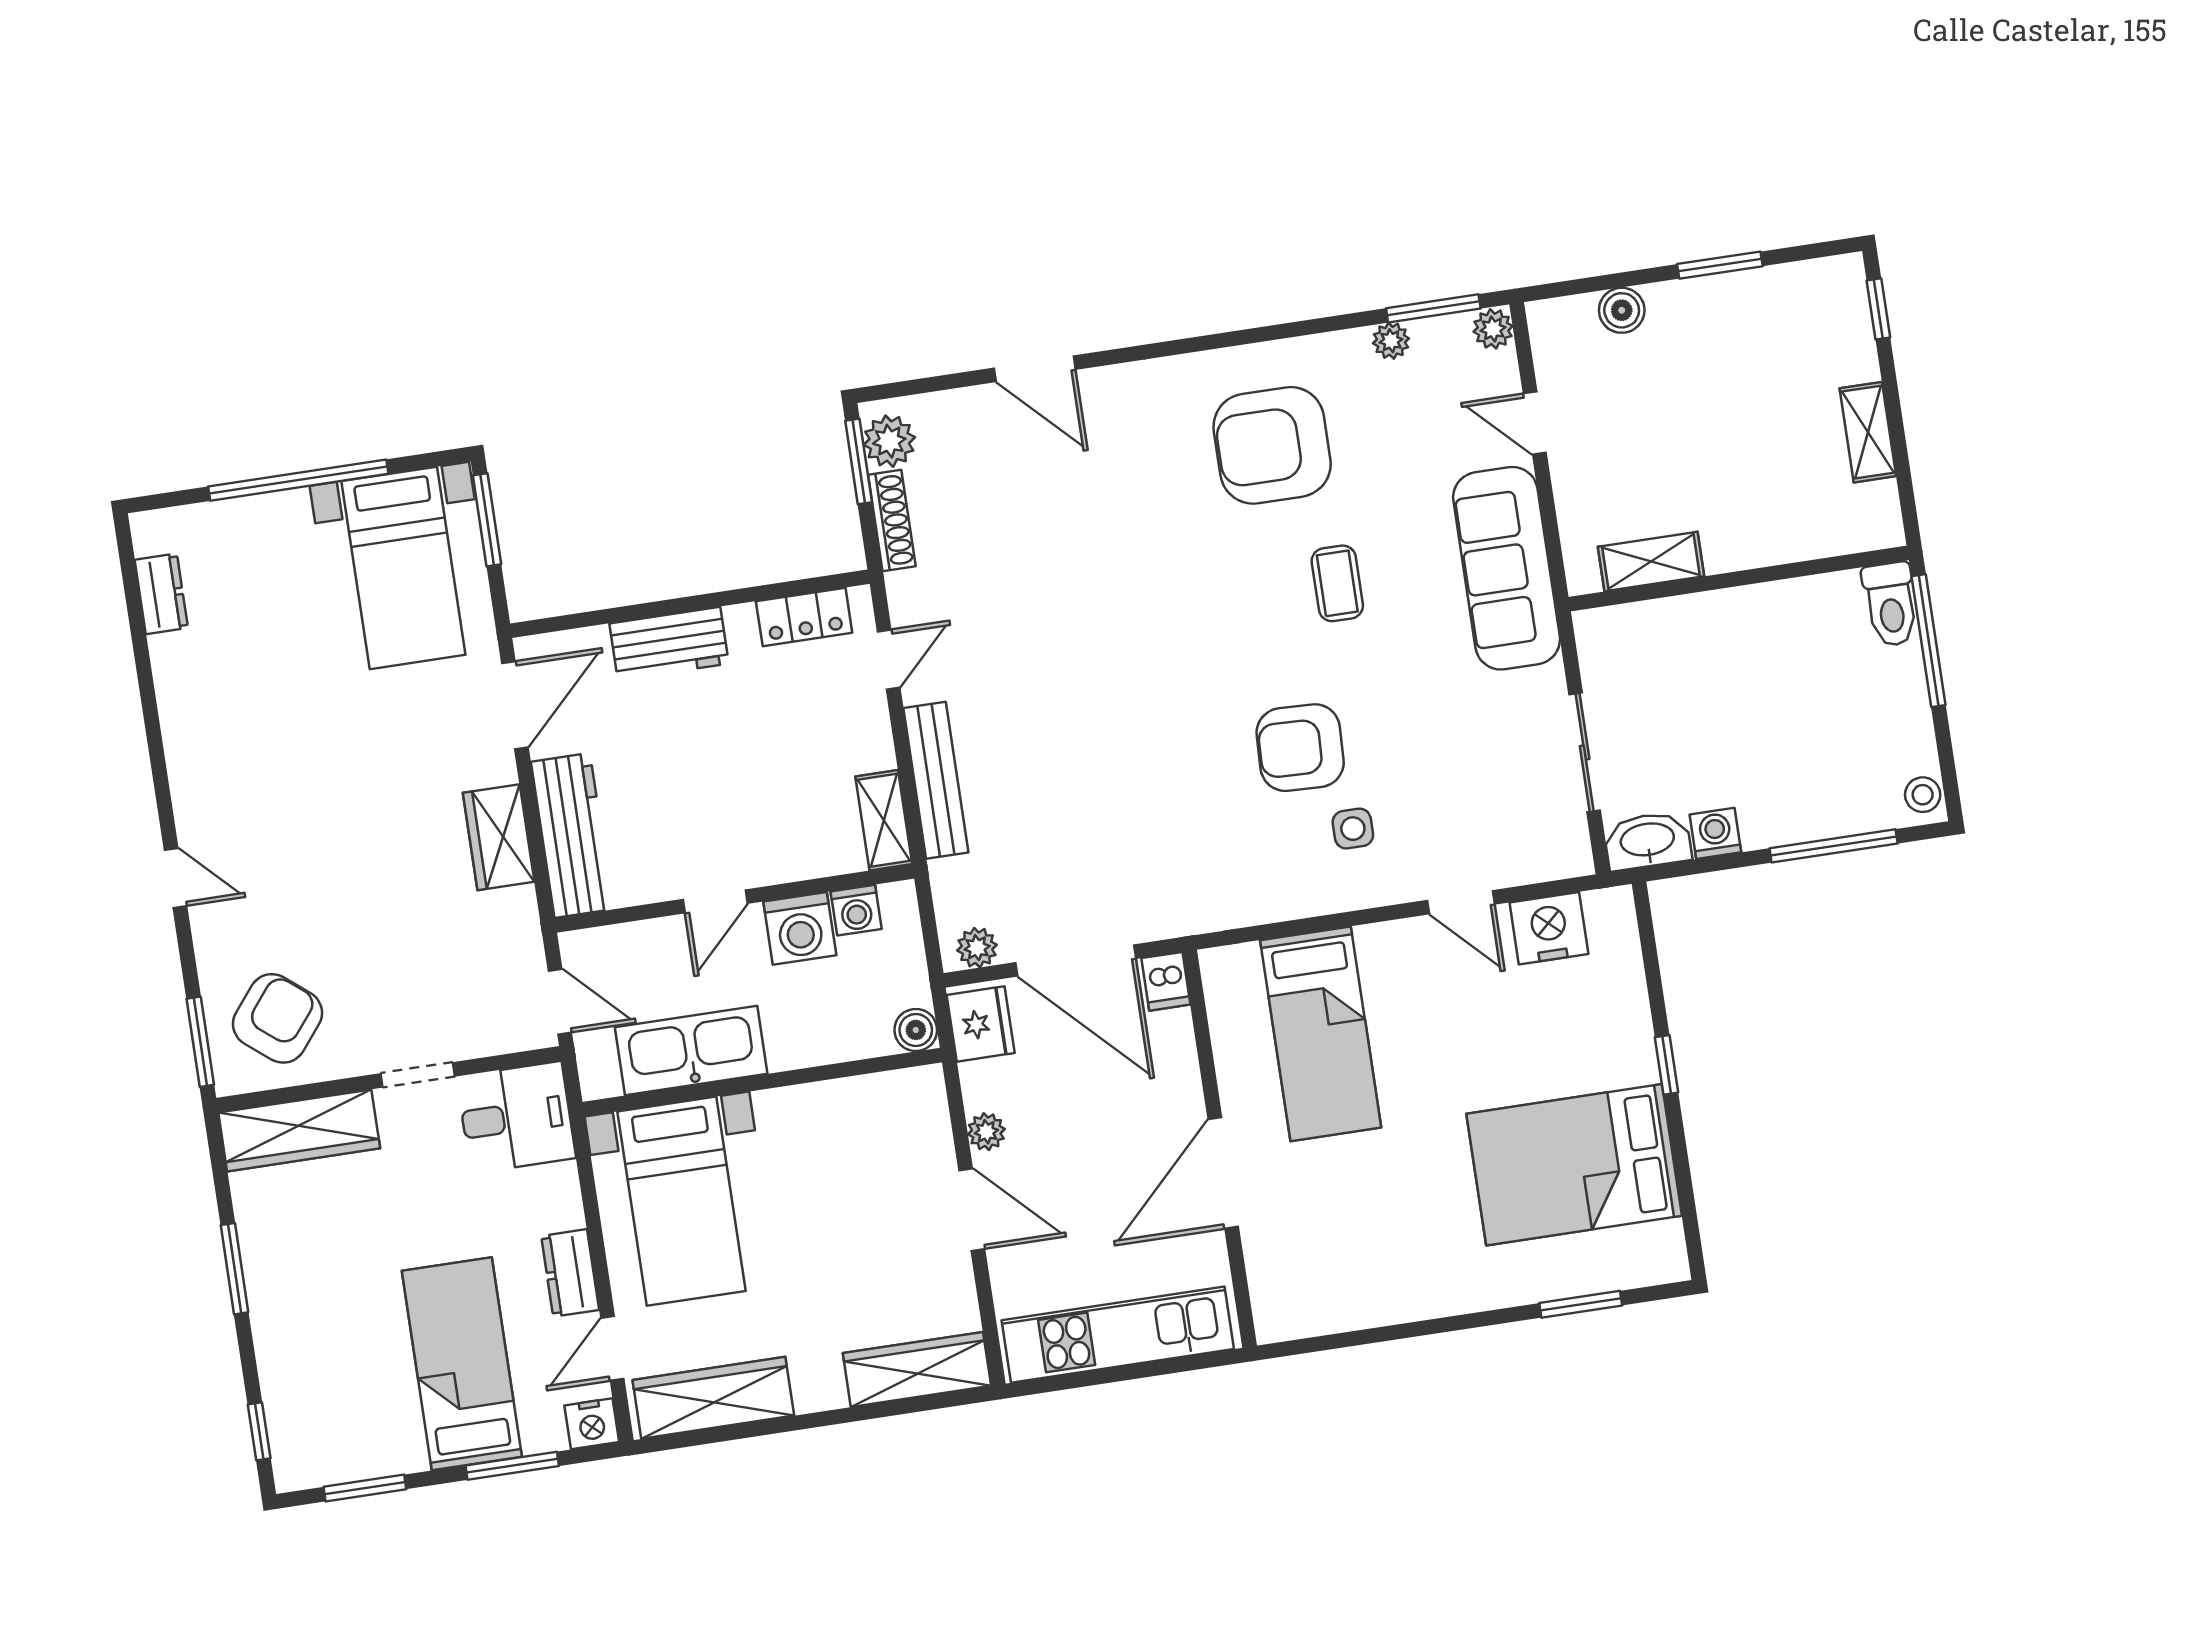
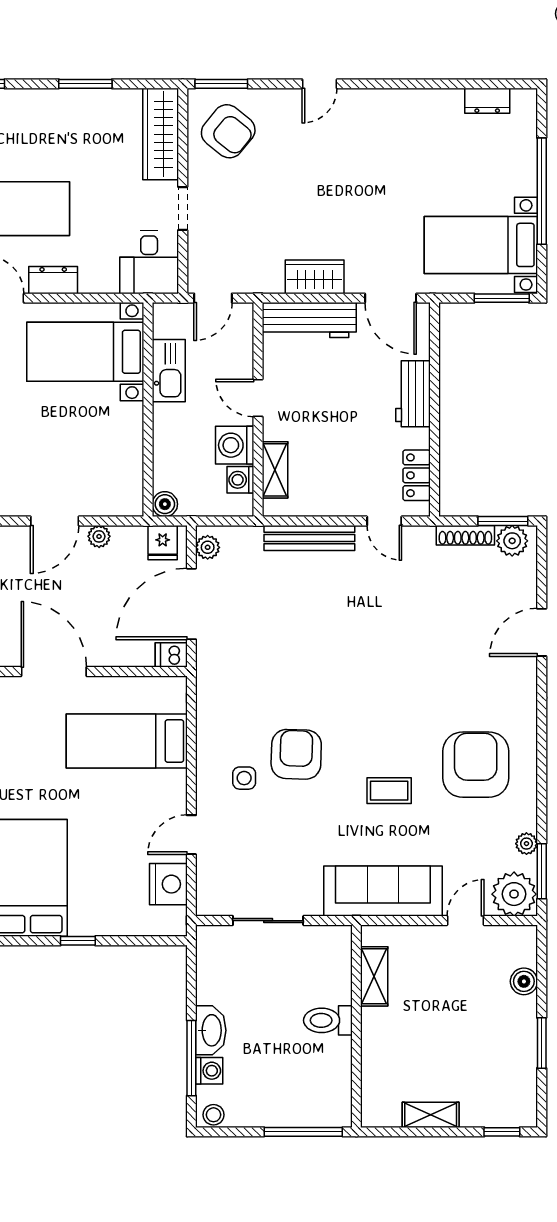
plant: (1493, 329) -> (514, 894), width x1.88, depth x1.88
toilet: (1891, 604) -> (328, 1020), moved
shelving: (884, 820) -> (275, 470), moved, turned 90
washing machine: (1715, 833) -> (209, 1071), moved
washbasin: (1648, 841) -> (211, 1030), moved
fridge: (981, 1024) -> (163, 543), width x0.72
kitchen sink: (691, 1050) -> (169, 371), width x0.73, depth x0.81

